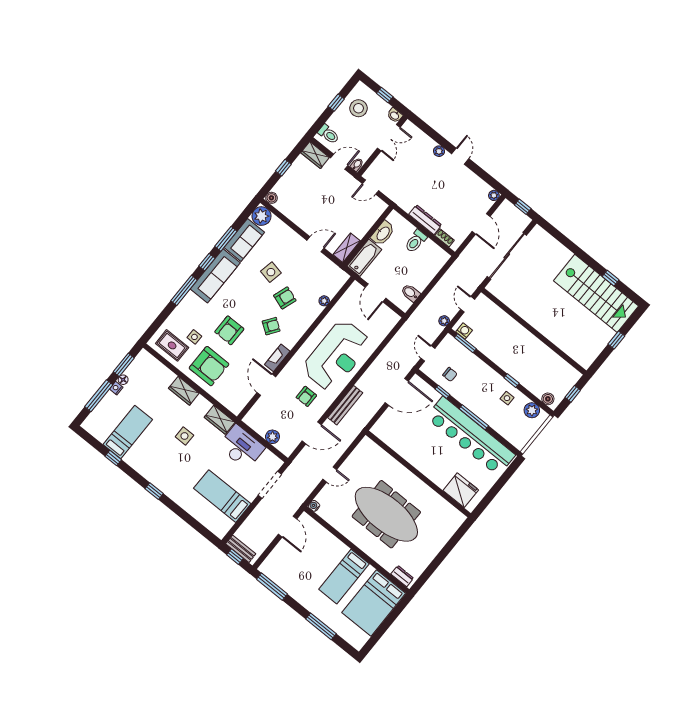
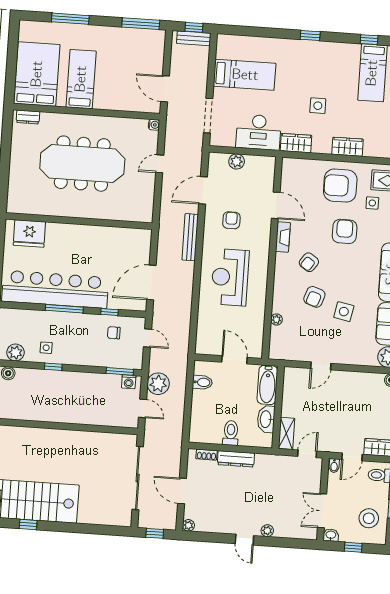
shelving: (347, 248) -> (286, 433), moved
plant: (444, 321) -> (158, 384), width x1.88, depth x1.88
reception desk: (337, 355) -> (230, 277), width x0.74, depth x0.77

